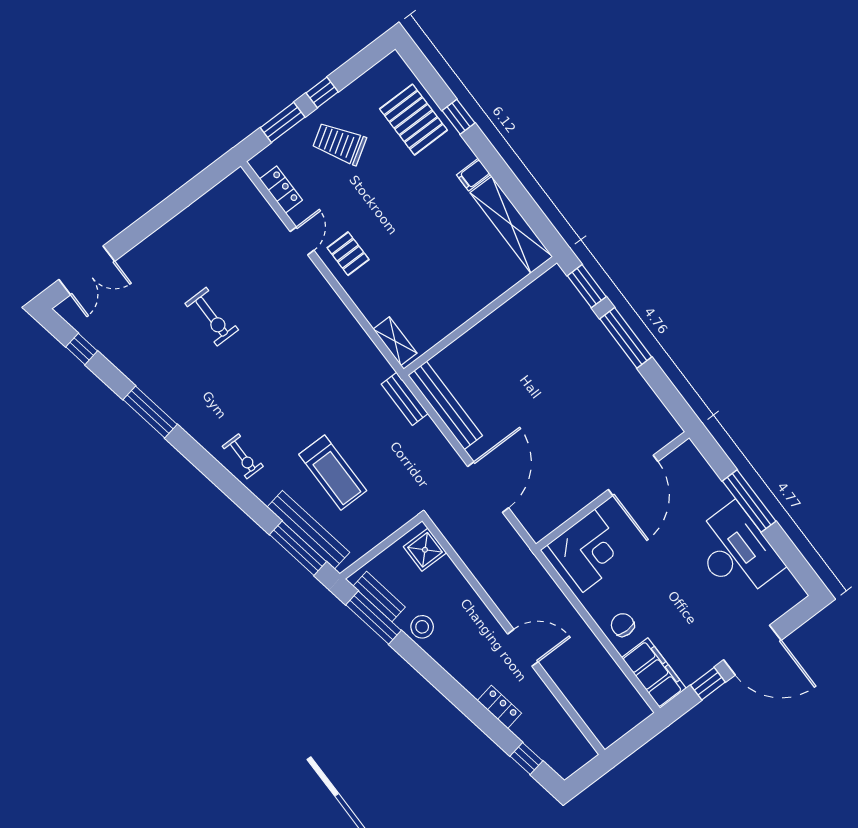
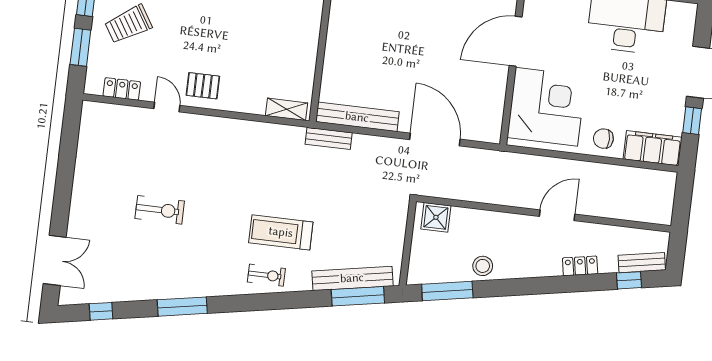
treadmill: (333, 473) -> (281, 232), moved, turned 180
door: (633, 475) -> (516, 41), swing flipped
corner desk: (589, 551) -> (546, 107), width x1.36, depth x1.36
bench: (379, 597) -> (642, 263), moved

